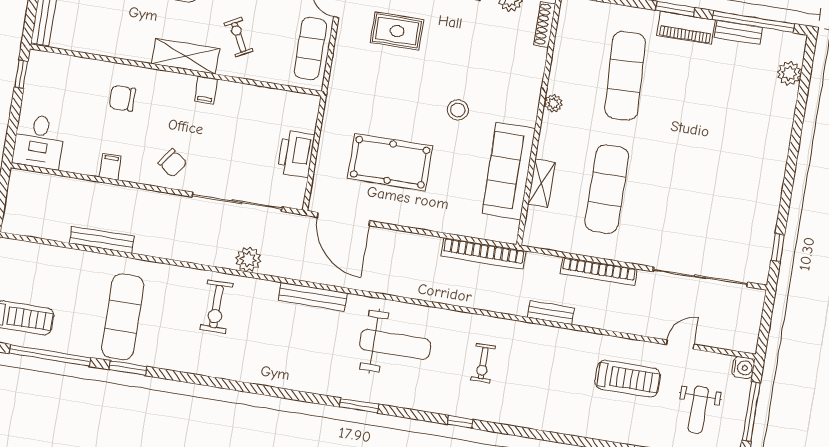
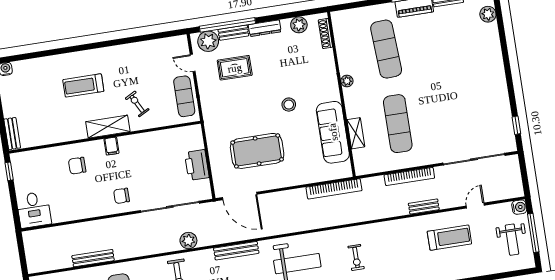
filing cabinet: (206, 90) -> (111, 146), moved
chair: (172, 163) -> (122, 196), turned 144
filing cabinet: (110, 167) -> (84, 211), removed
bench: (551, 313) -> (424, 206), moved
weight bench: (698, 410) -> (512, 240), moved

